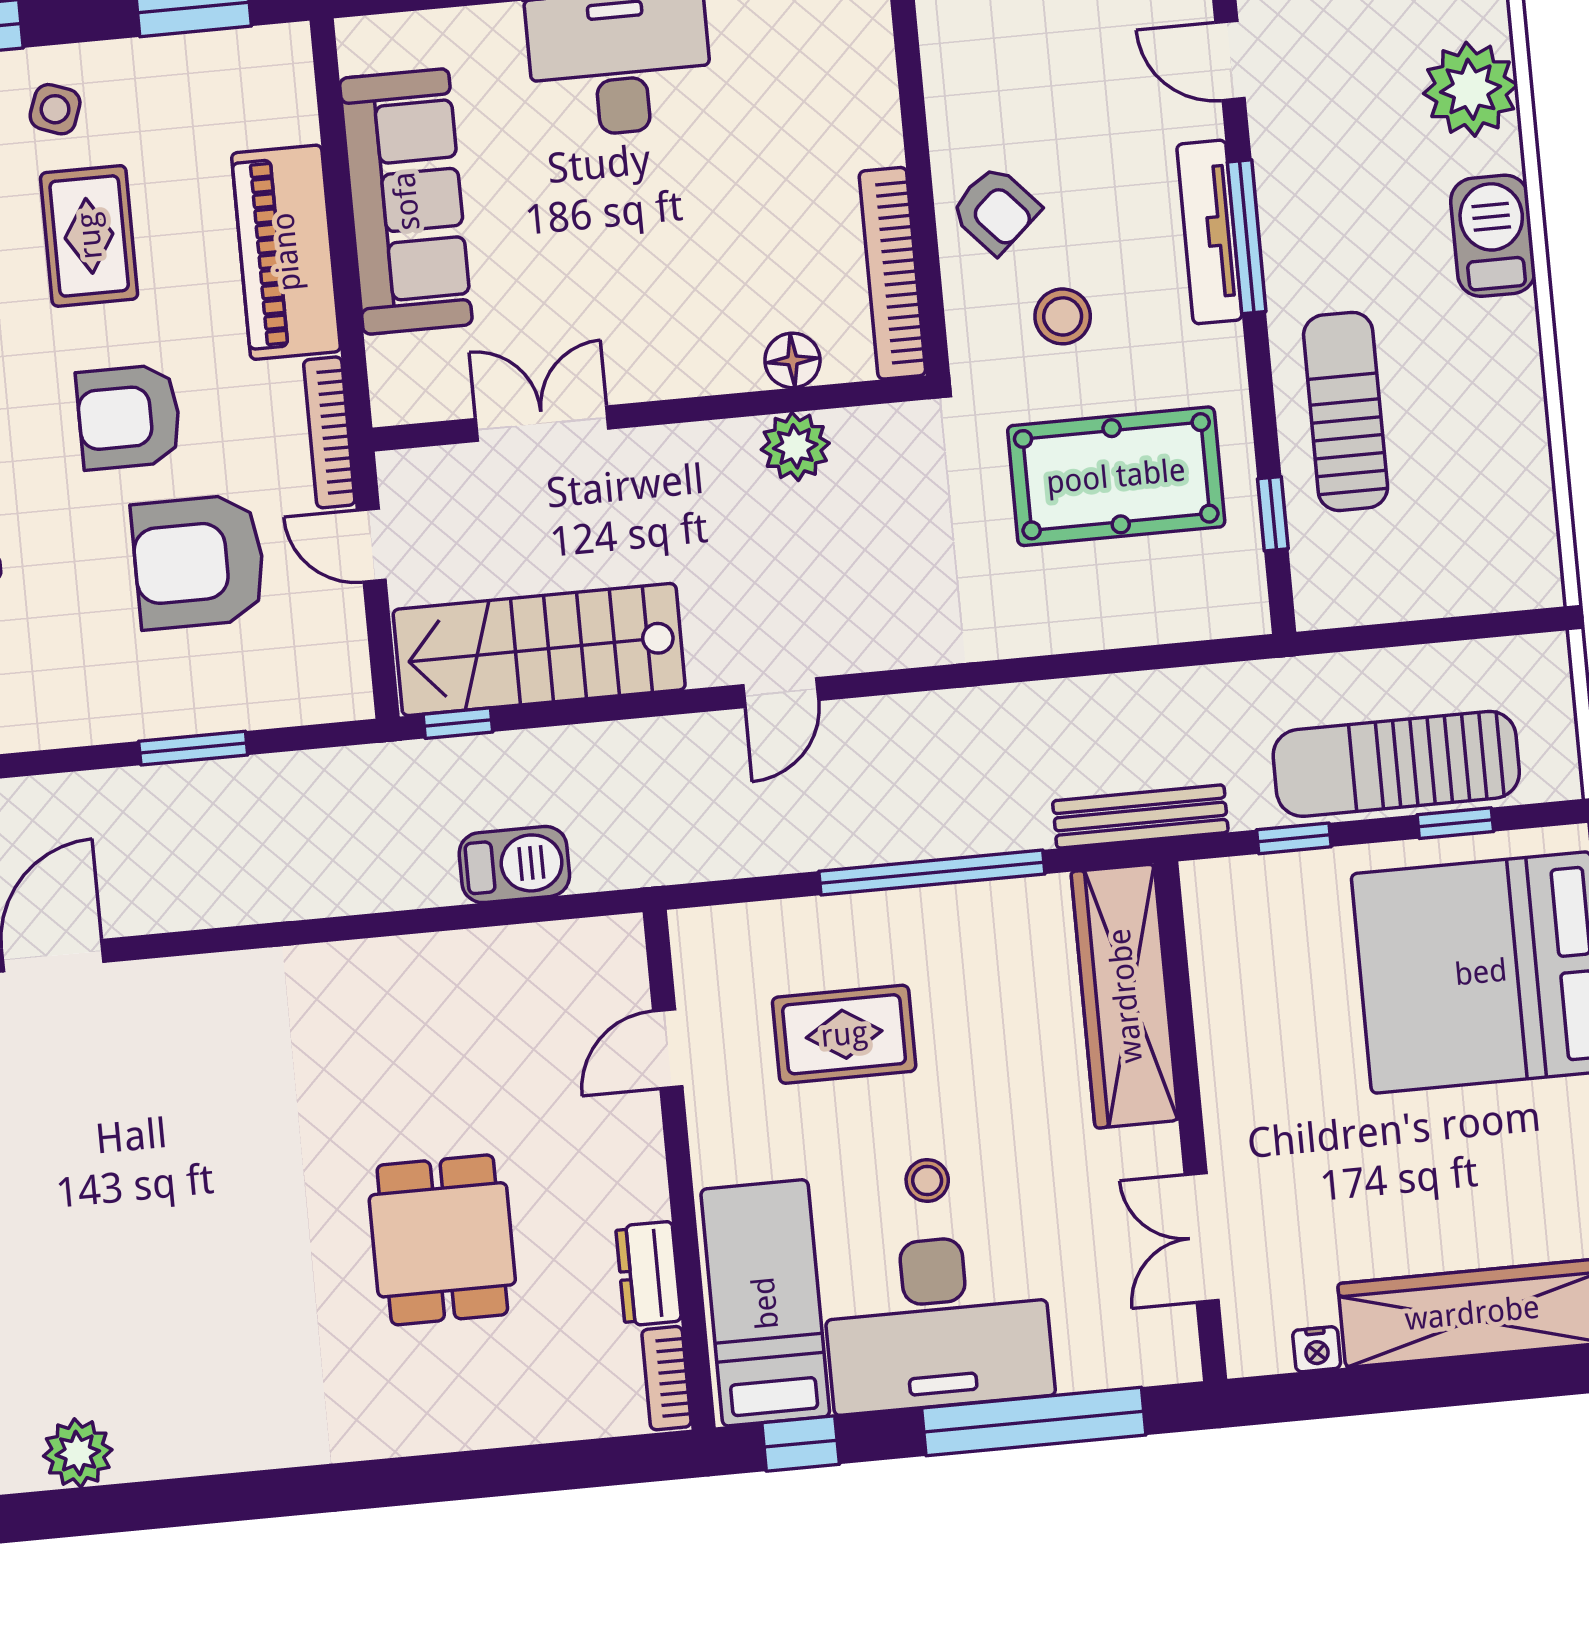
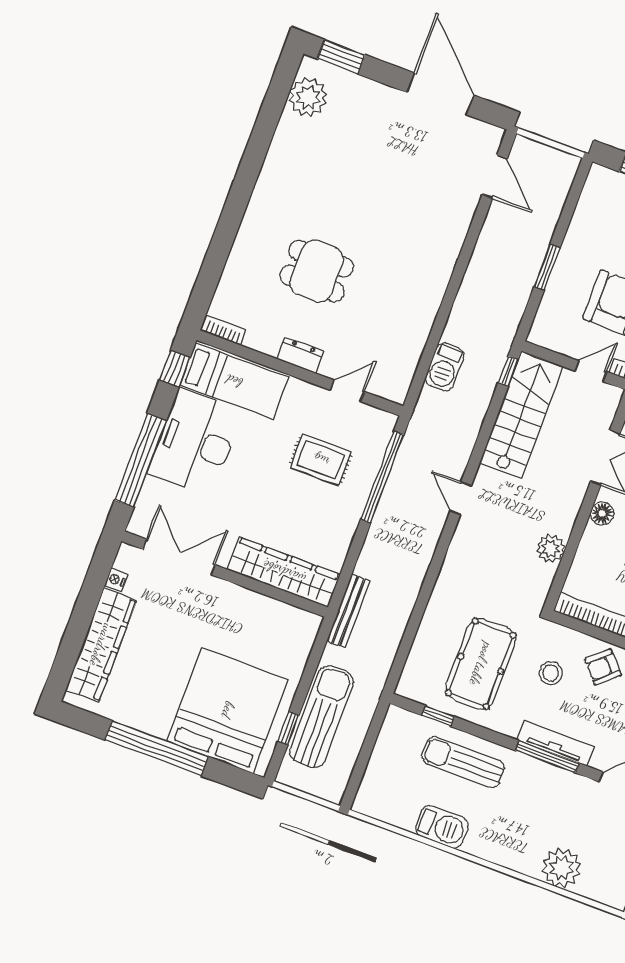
barbecue: (1493, 236) -> (442, 827), moved
floor lamp: (792, 360) -> (602, 513), moved
sun lounger: (1346, 411) -> (463, 762), turned 180
window: (1294, 838) -> (312, 665), removed
window: (932, 873) -> (382, 477), moved
rug: (844, 1034) -> (321, 460), turned 90
door: (668, 1049) -> (347, 391), hinge flipped
stool: (927, 1180) -> (250, 464), removed
double door: (1202, 1238) -> (179, 557), width x1.37
dresser: (648, 1274) -> (300, 355), moved
plant: (78, 1453) -> (308, 97), width x1.36, depth x1.36

